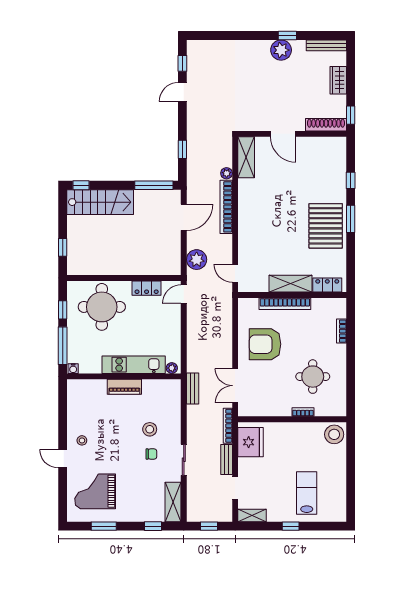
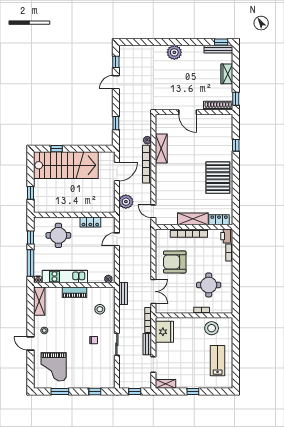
window: (287, 35) -> (221, 42), moved
plant: (281, 50) -> (174, 52), moved
shelving: (246, 157) -> (161, 149), moved
window: (81, 185) -> (57, 149), moved
window: (154, 185) -> (96, 149), removed
stairs: (100, 202) -> (66, 165), width x1.36, depth x1.51
window: (351, 219) -> (236, 173), removed
door: (184, 294) -> (117, 239), moved
round table: (102, 307) -> (58, 235), width x0.73, depth x0.73
printer: (338, 308) -> (227, 236), added
kitchen unit: (134, 365) -> (65, 276), moved
double door: (235, 386) -> (153, 291), swing flipped
stool: (150, 429) -> (100, 309), moved
stool: (334, 434) -> (212, 328), moved
grand piano: (95, 491) -> (54, 367), turned -90
lab bench: (307, 493) -> (218, 361), moved
shelving: (173, 502) -> (39, 301), moved

